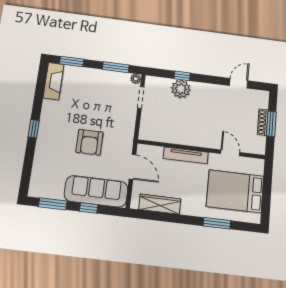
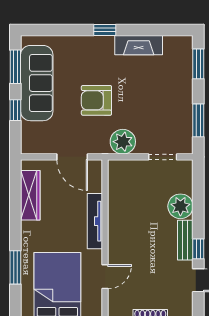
window: (182, 76) -> (198, 249), moved
plant: (136, 79) -> (123, 142), moved, width x1.87, depth x1.87
fireplace: (54, 81) -> (139, 45), moved
bench: (207, 89) -> (185, 240), added
door: (133, 167) -> (72, 157), hinge flipped
sofa: (96, 191) -> (37, 83), moved

